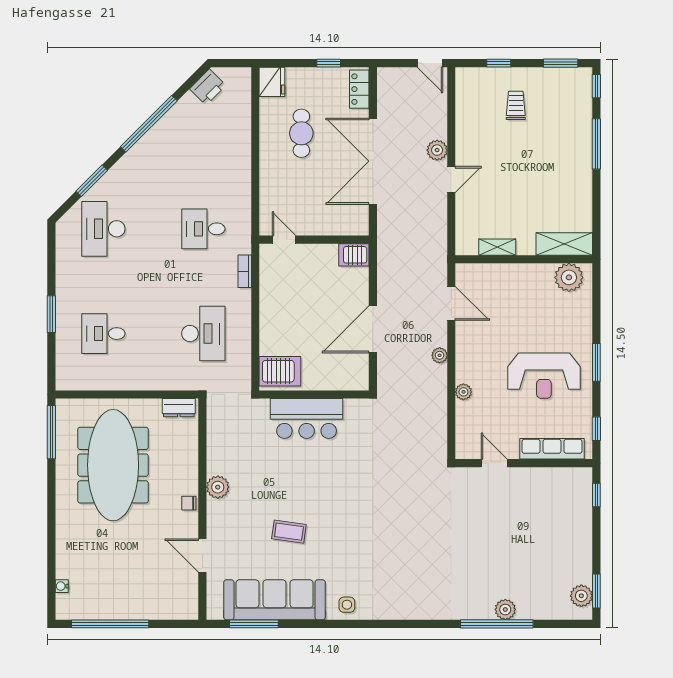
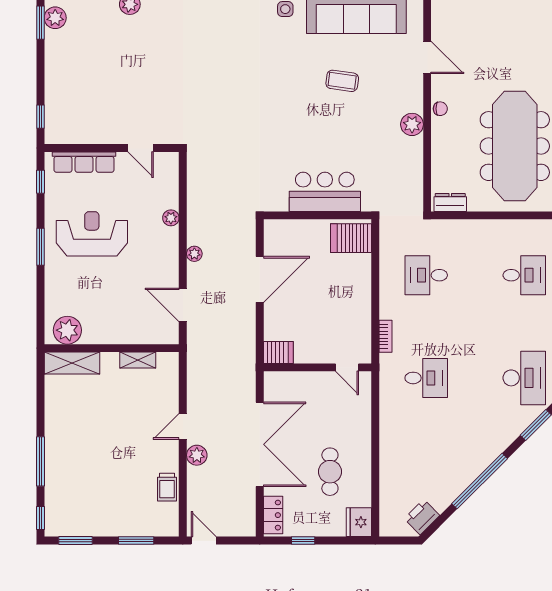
window: (499, 63) -> (136, 541), width x1.50
trolley: (516, 105) -> (167, 487), moved
desk: (203, 334) -> (426, 275), width x0.73

